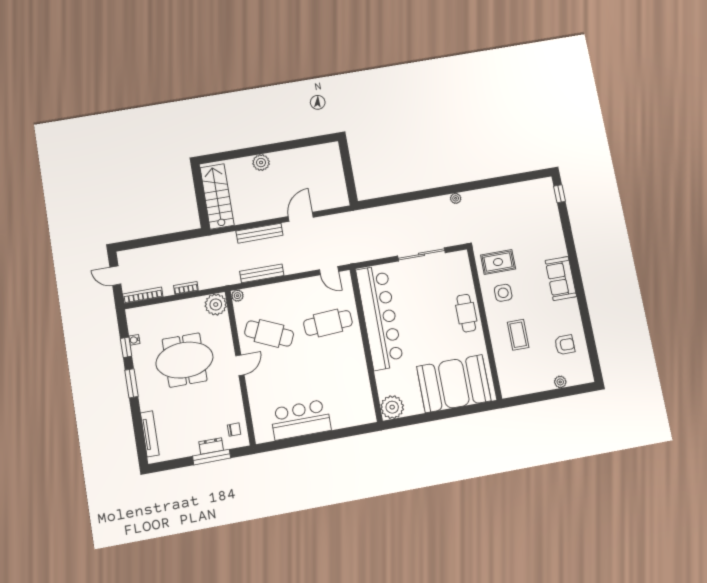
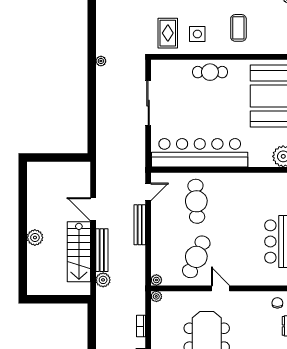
stairs: (217, 196) -> (79, 252), moved, turned -90
plant: (228, 240) -> (103, 280), added
bench: (262, 273) -> (140, 225), moved
plant: (216, 305) -> (156, 296), width x0.53, depth x0.53
coffee table: (518, 335) -> (238, 28), turned 90

